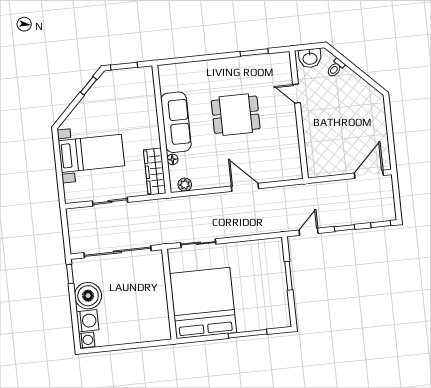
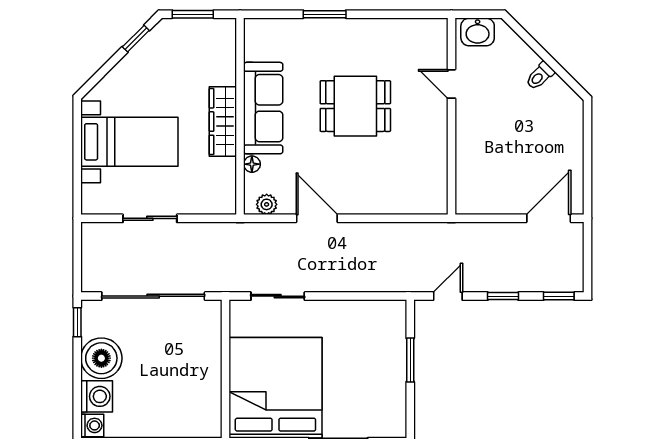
window: (254, 52) -> (325, 14), moved
toilet: (335, 68) -> (540, 76), moved
wardrobe: (155, 172) -> (223, 122), moved
door: (245, 187) -> (317, 218), moved

